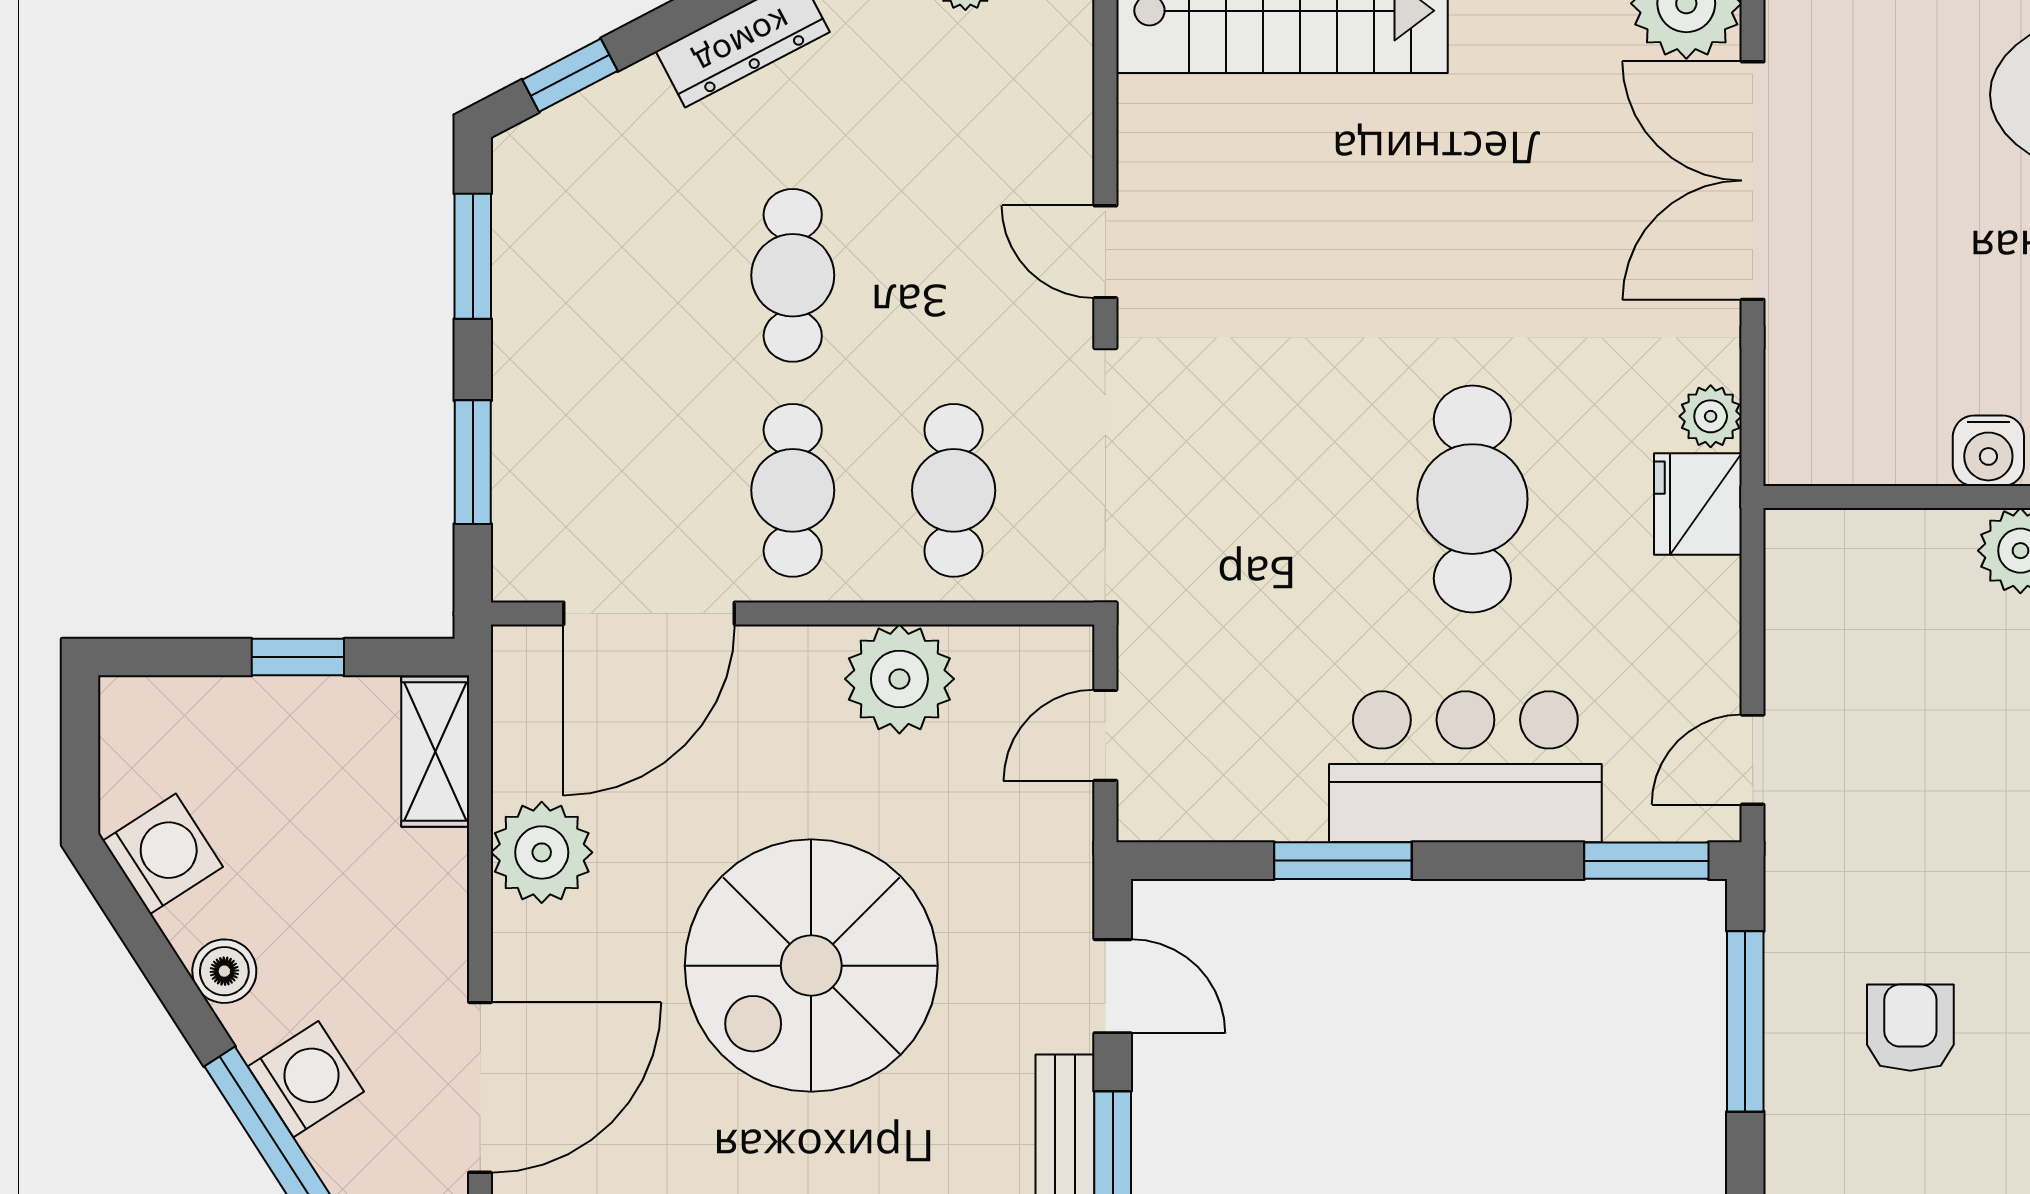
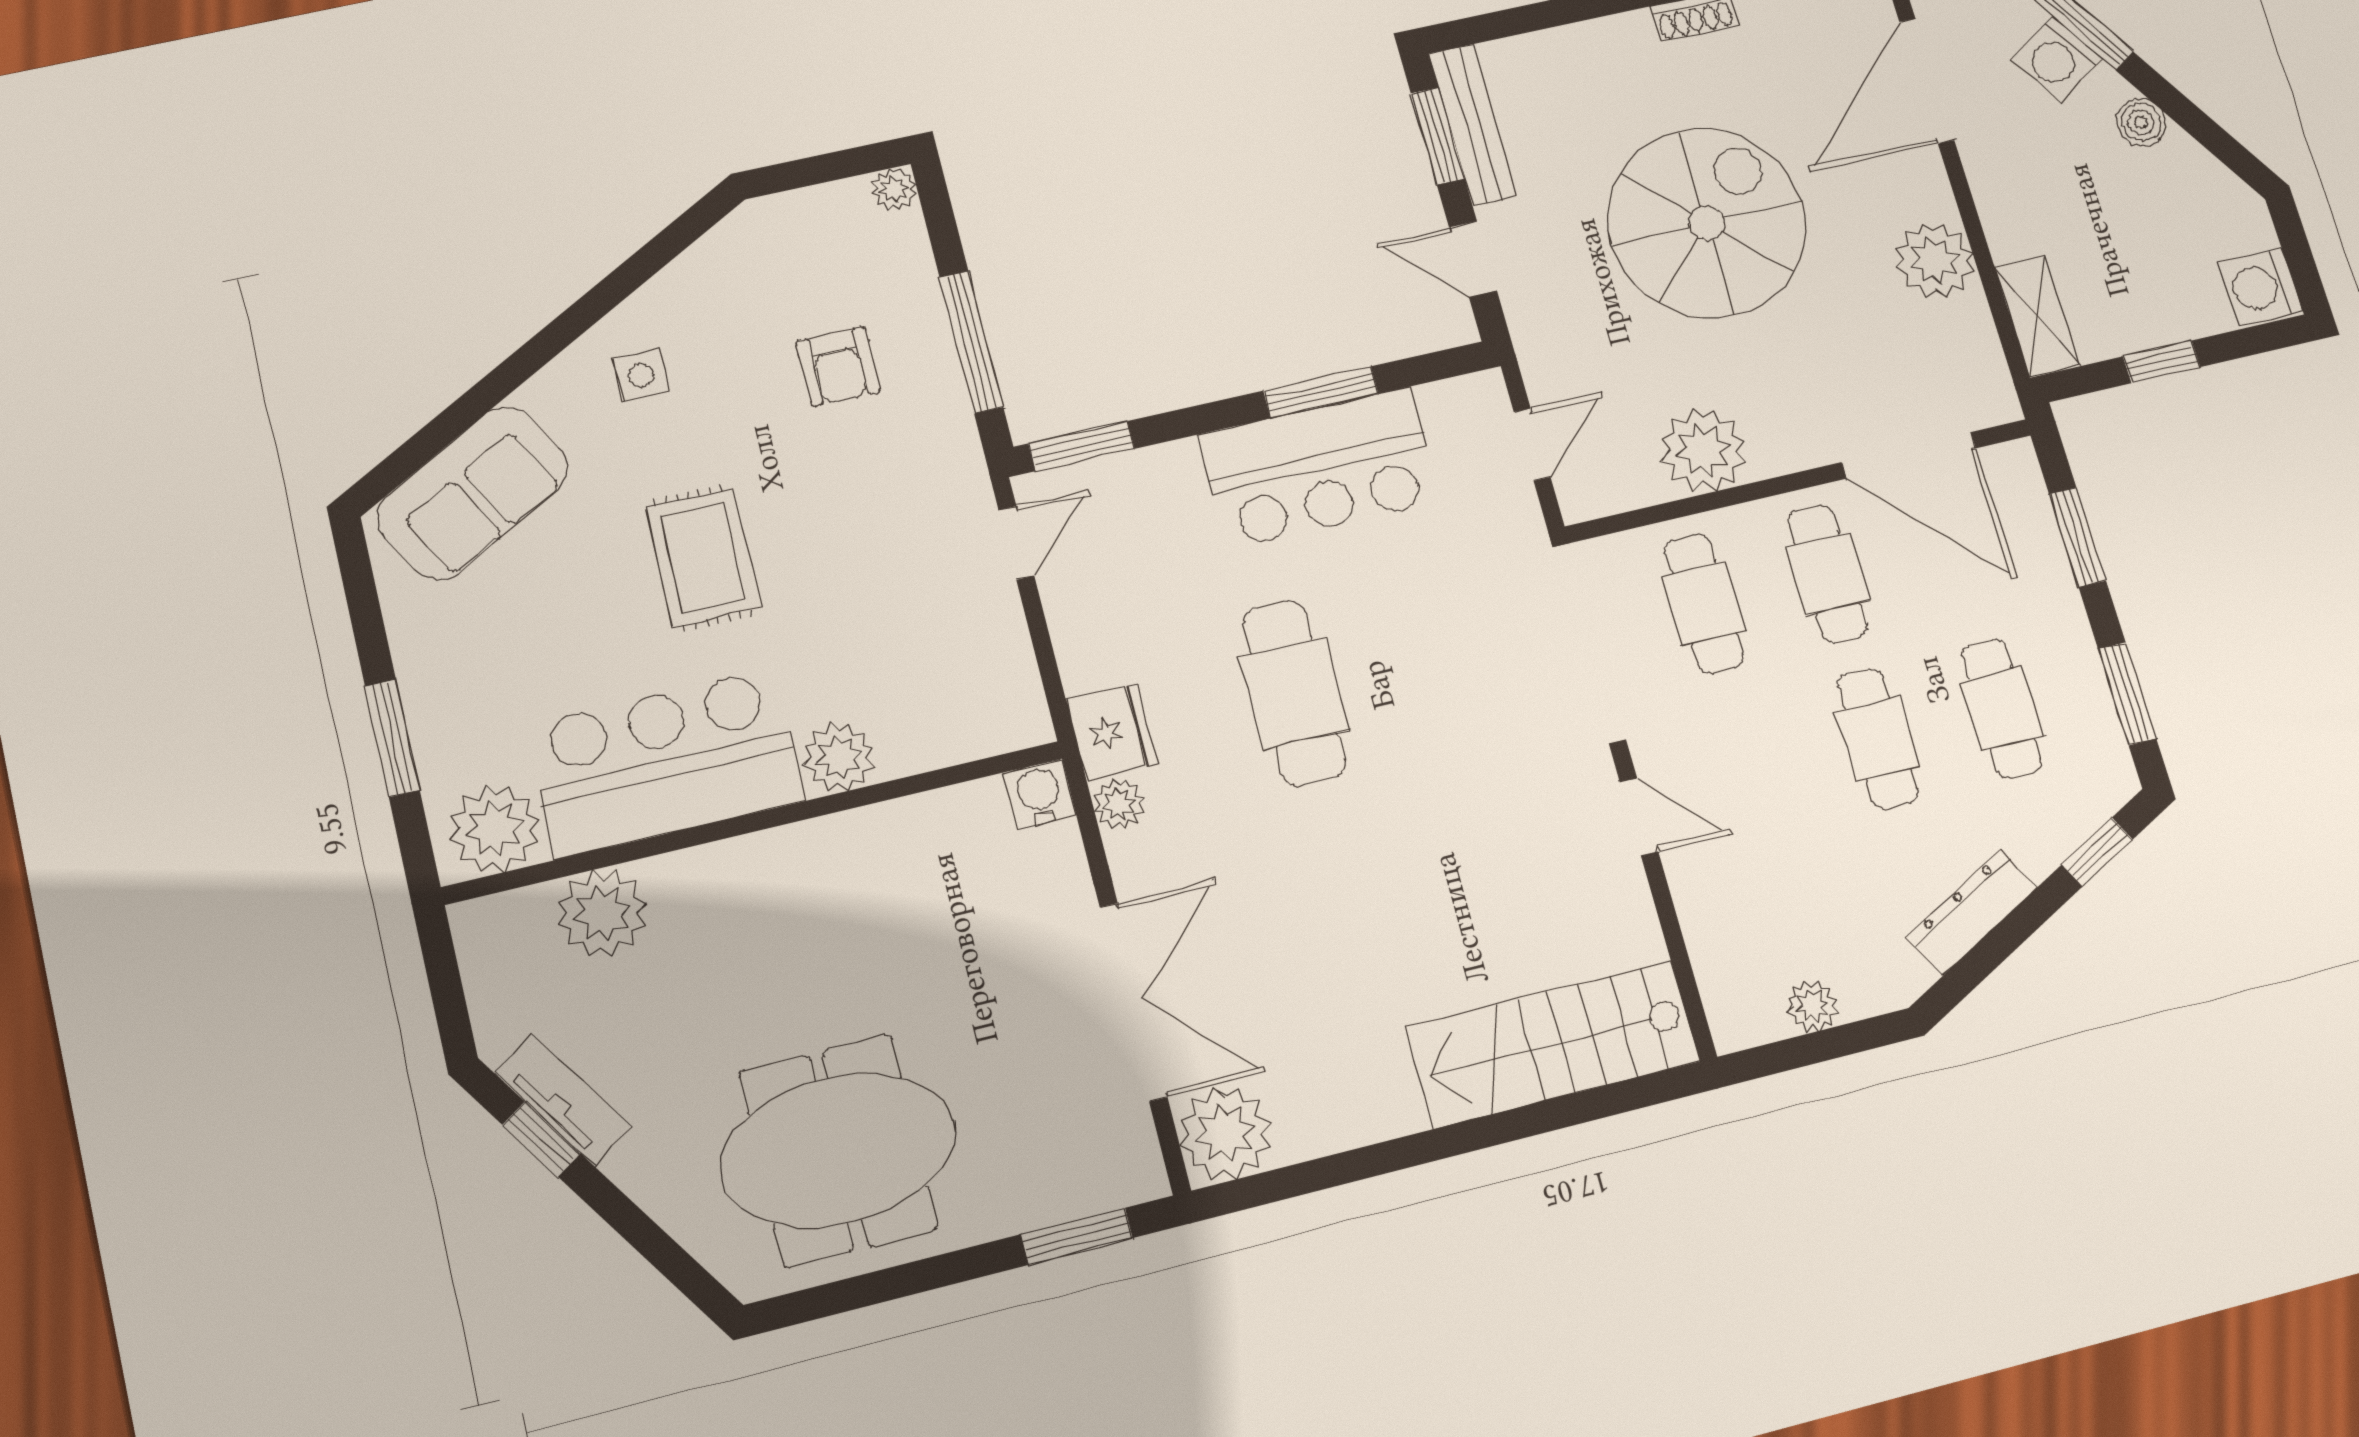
cafe table: (632, 275) -> (2001, 709), added
water cooler: (1988, 451) -> (1039, 794), moved
door: (649, 613) -> (1909, 455), swing flipped
bar counter: (1465, 767) -> (1320, 468), moved
washing machine: (163, 854) -> (2260, 287), moved, turned 33

